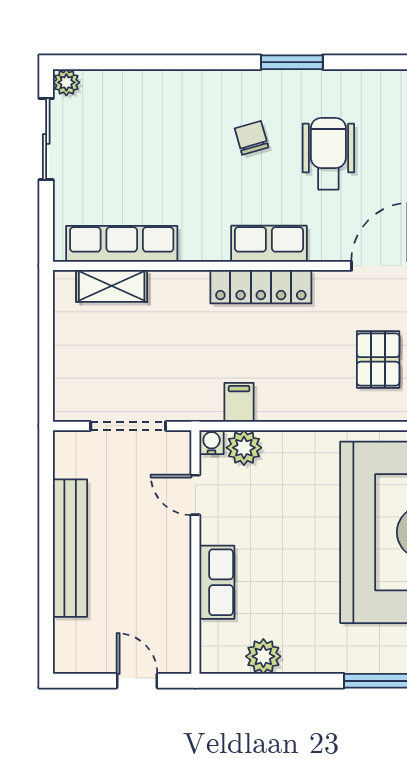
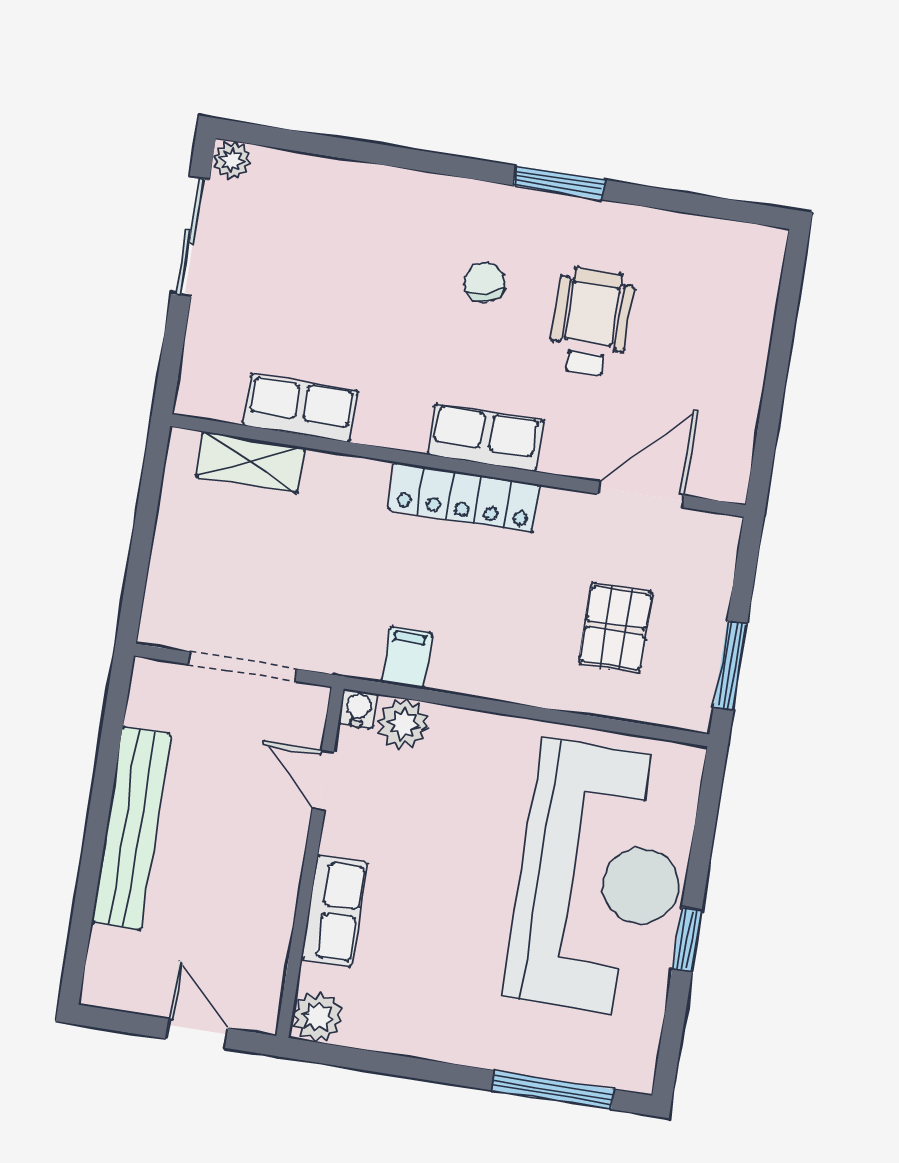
row of seats: (122, 244) -> (300, 408), width x0.68
plant: (263, 656) -> (317, 1017), moved

